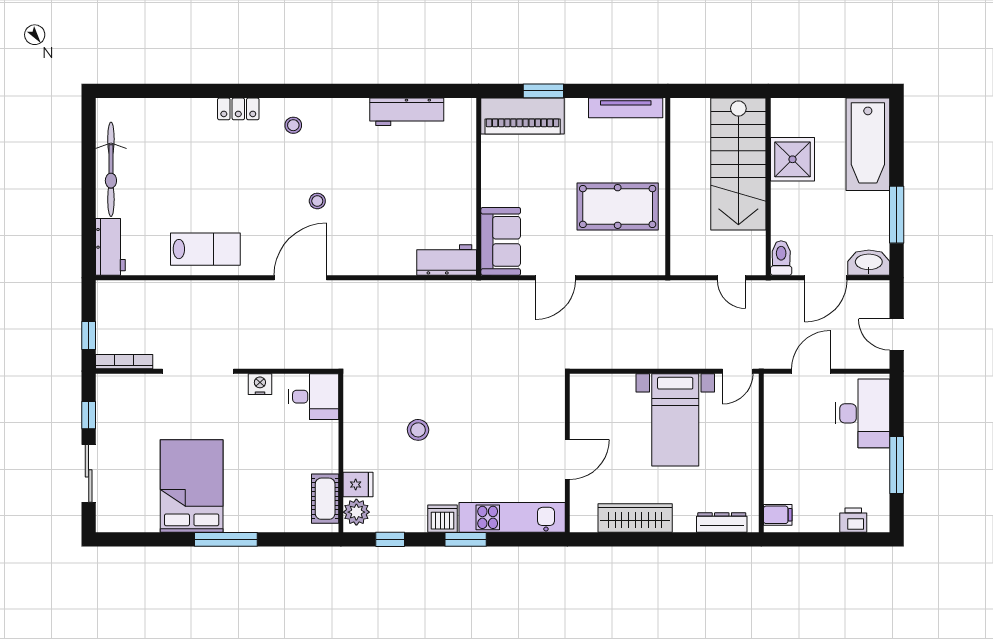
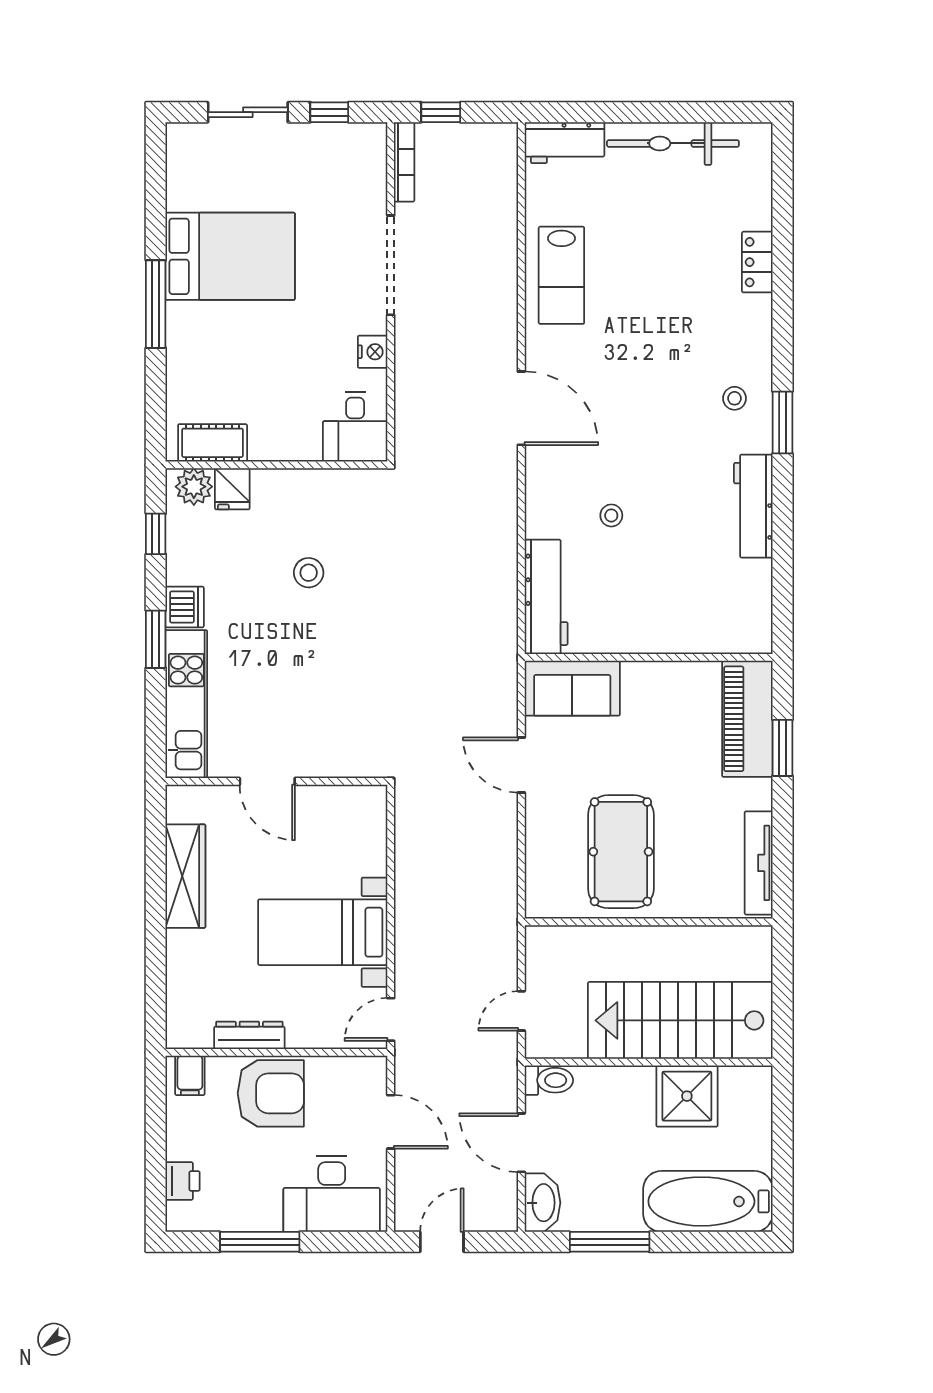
window: (311, 91) -> (782, 422), added
locker: (238, 109) -> (757, 262), moved
workbench: (407, 112) -> (753, 506), moved
stool: (317, 201) -> (611, 515), moved
workbench: (447, 260) -> (546, 597), width x1.38
door: (738, 371) -> (391, 1019), hinge flipped
armchair: (791, 457) -> (271, 1093), added
dresser: (722, 522) -> (249, 1035), moved, turned -90

